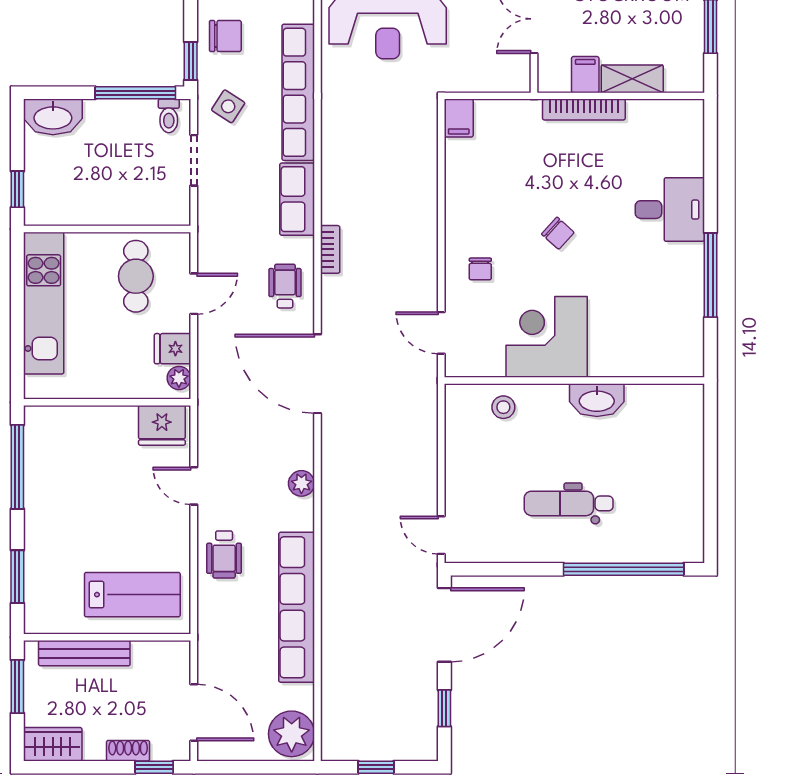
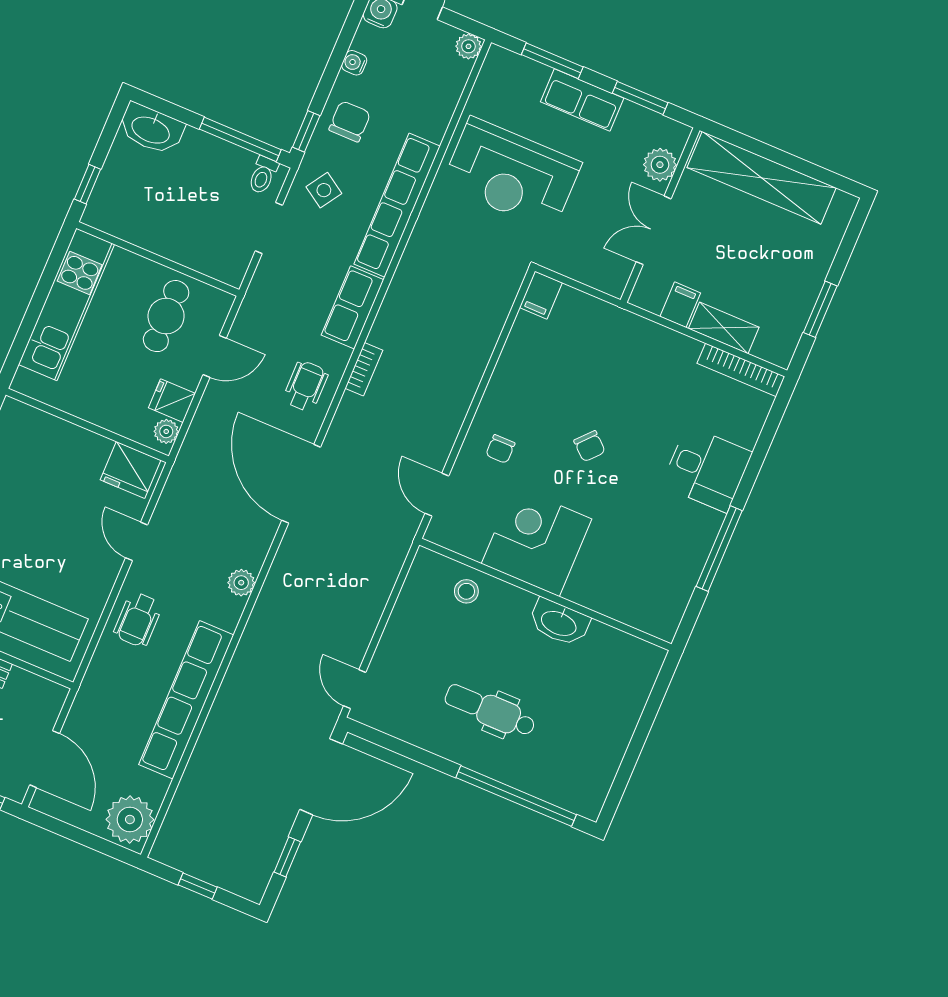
chair: (225, 36) -> (350, 121), turned -90
bookcase: (584, 110) -> (741, 370), moved

